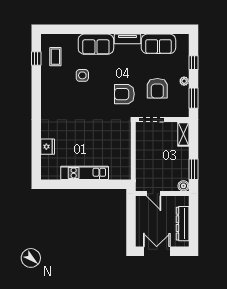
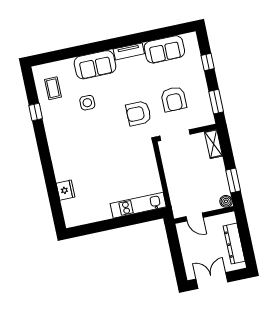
window: (36, 59) -> (36, 112), moved
plant: (184, 81) -> (202, 85), removed
kitchen unit: (85, 173) -> (138, 205), moved

